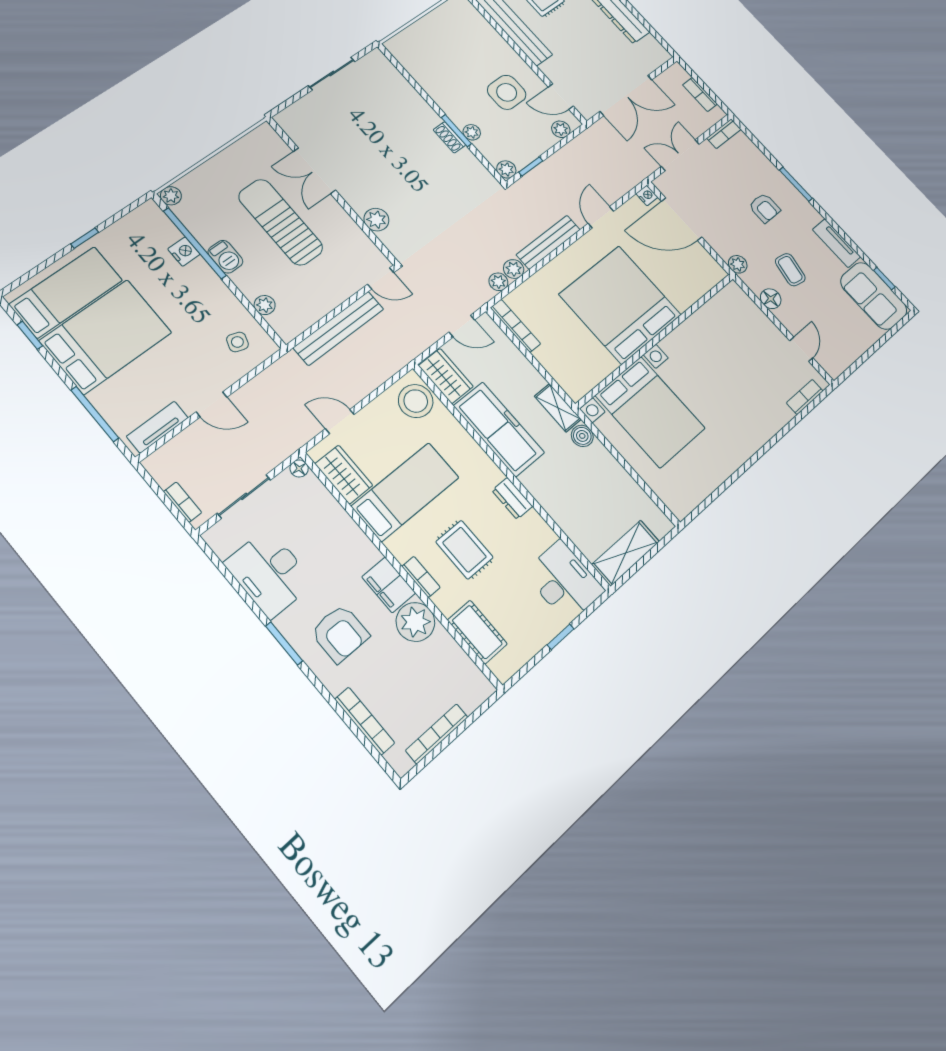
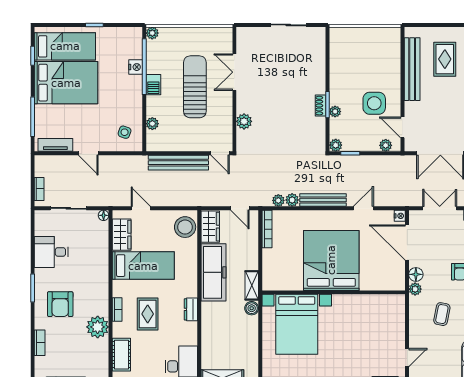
floor lamp: (771, 299) -> (416, 274), moved
desk: (269, 573) -> (51, 252), width x0.73
filing cabinet: (389, 585) -> (100, 301), removed
bookcase: (365, 721) -> (40, 343), width x0.64

